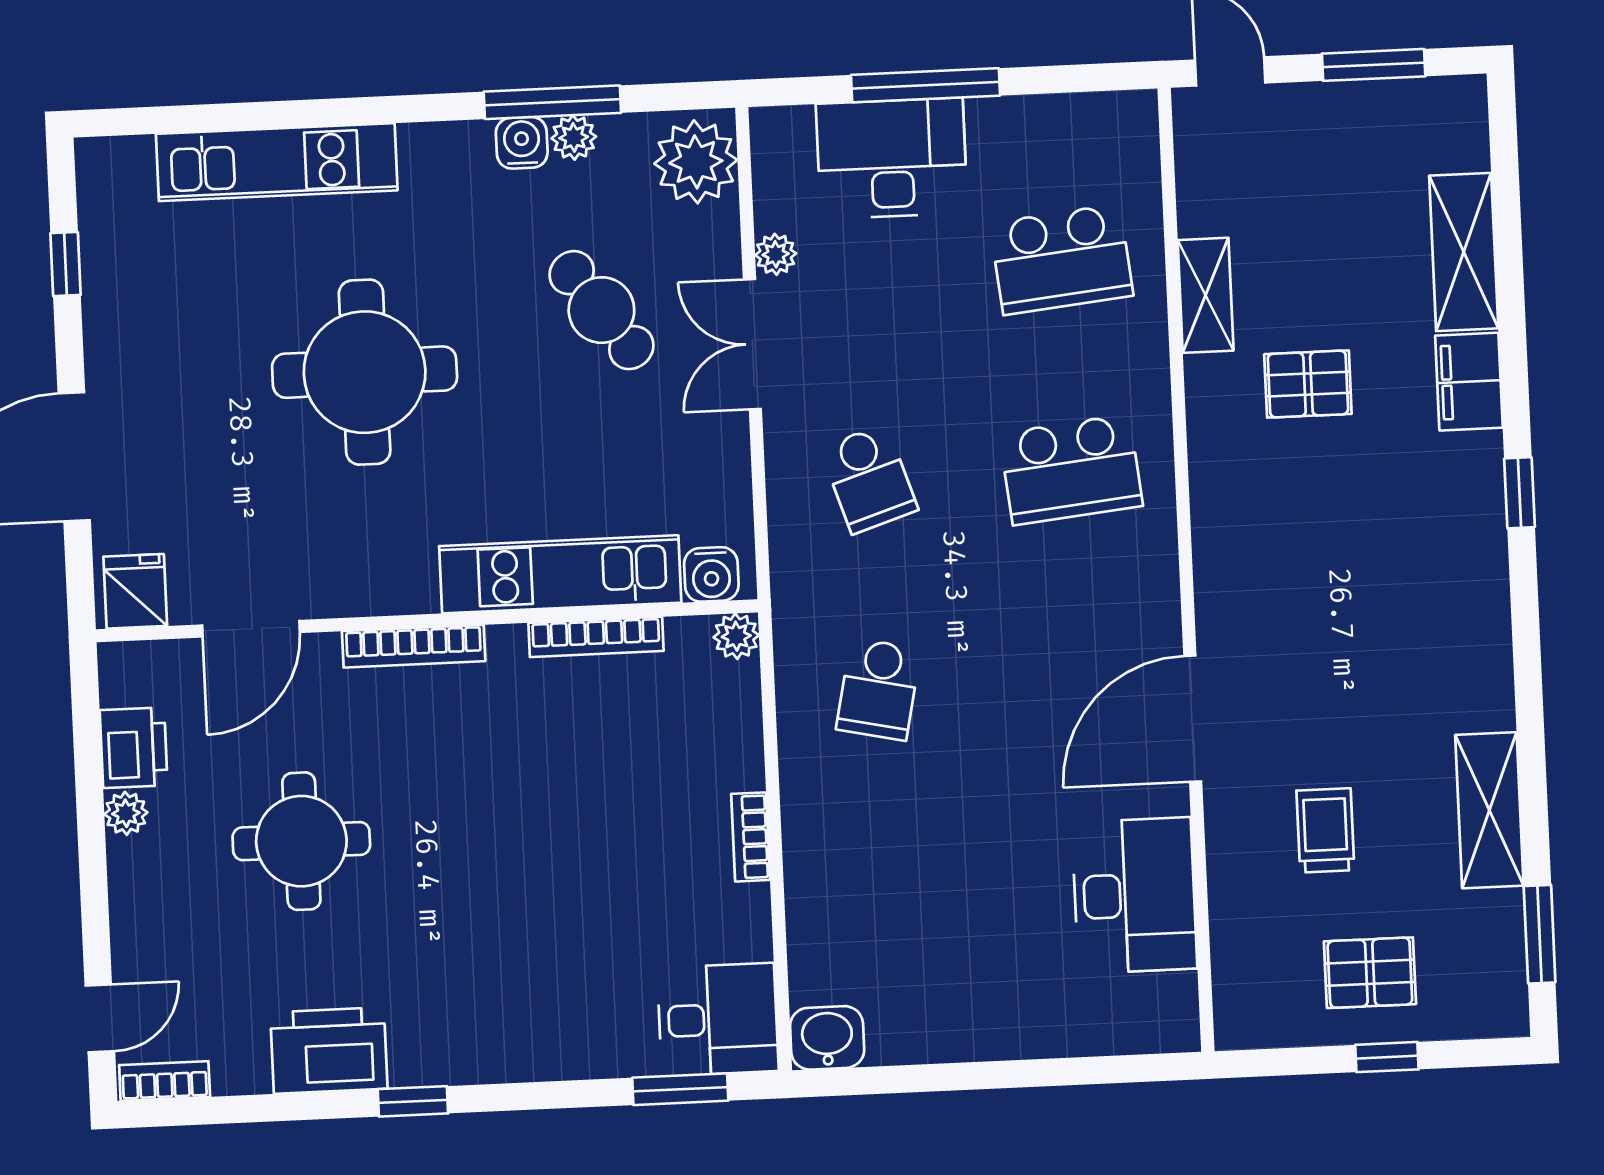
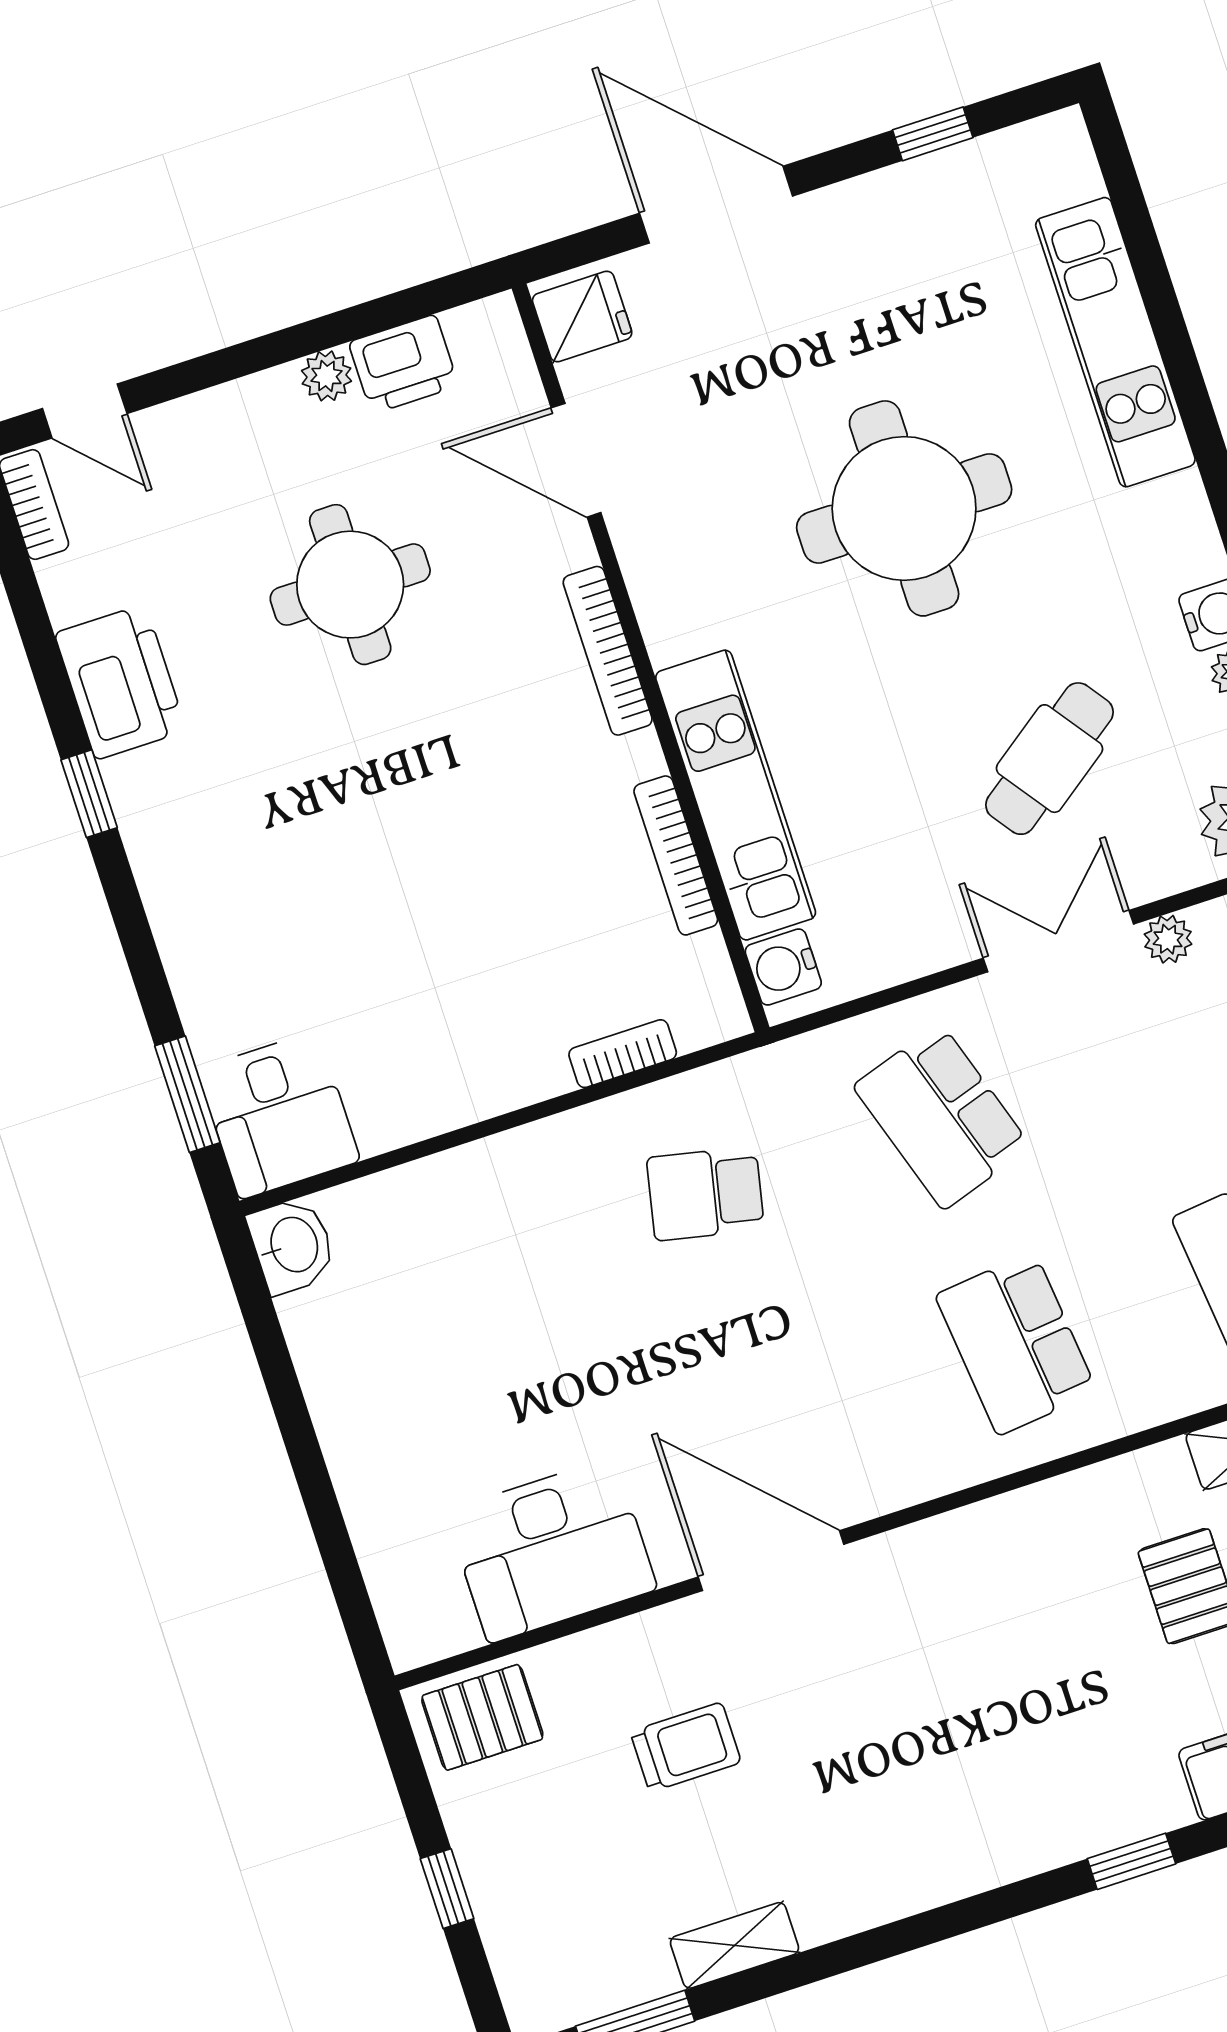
school desk: (869, 479) -> (942, 1116), width x1.85
plant: (736, 636) -> (721, 1015), removed
shelving: (1489, 810) -> (735, 1945), width x0.67, depth x0.75
bookcase: (751, 837) -> (623, 1054), moved
pallet: (1370, 973) -> (482, 1717), moved, turned 90

